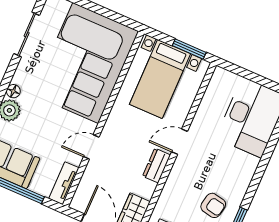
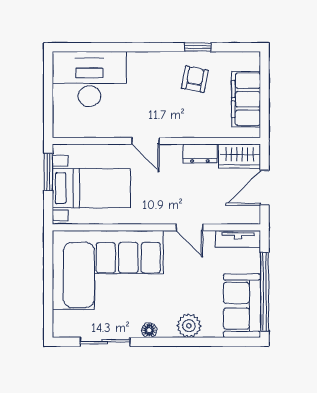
floor lamp: (13, 91) -> (149, 330), moved
dresser: (157, 166) -> (200, 154), moved

